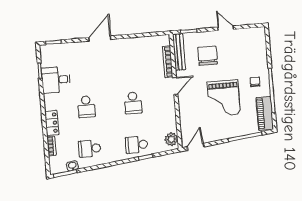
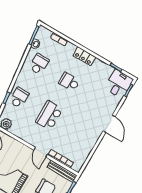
desk: (56, 80) -> (119, 84), moved
school desk: (133, 103) -> (49, 115), width x1.85
locker: (52, 123) -> (84, 56), moved

